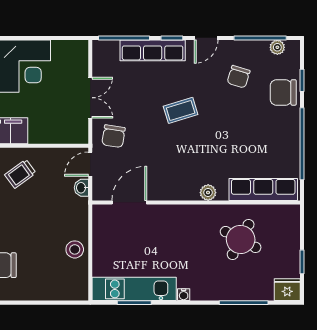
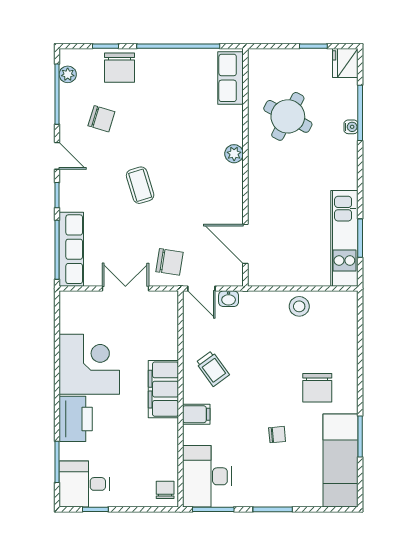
row of seats: (153, 50) -> (71, 249), moved
row of seats: (263, 190) -> (231, 78), width x0.68
water cooler: (184, 295) -> (351, 127), moved

